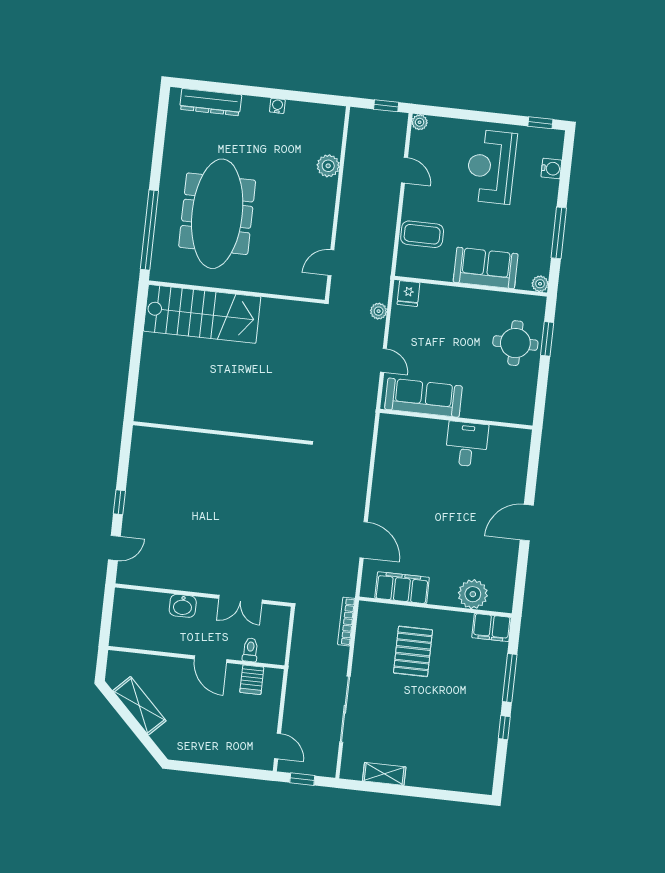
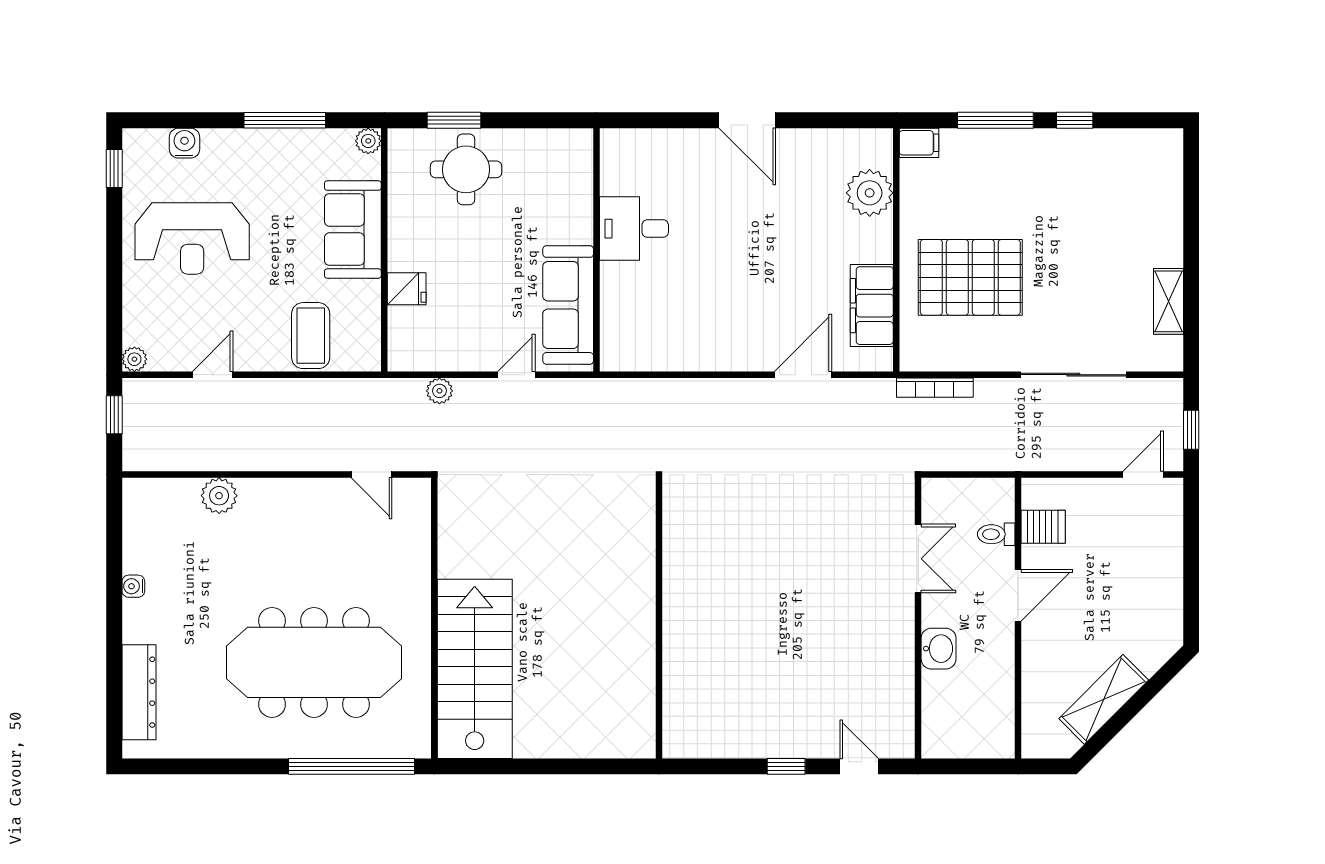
fridge: (408, 294) -> (407, 289), moved
filing cabinet: (492, 628) -> (919, 143), width x0.50
pallet: (413, 651) -> (970, 277), width x1.37, depth x1.41

